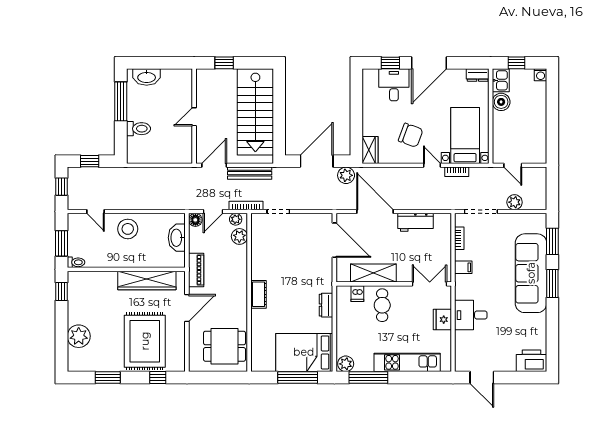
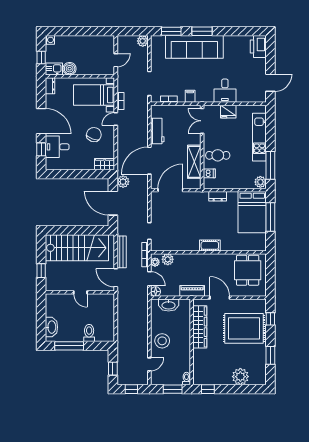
plant: (515, 202) -> (143, 41), moved

